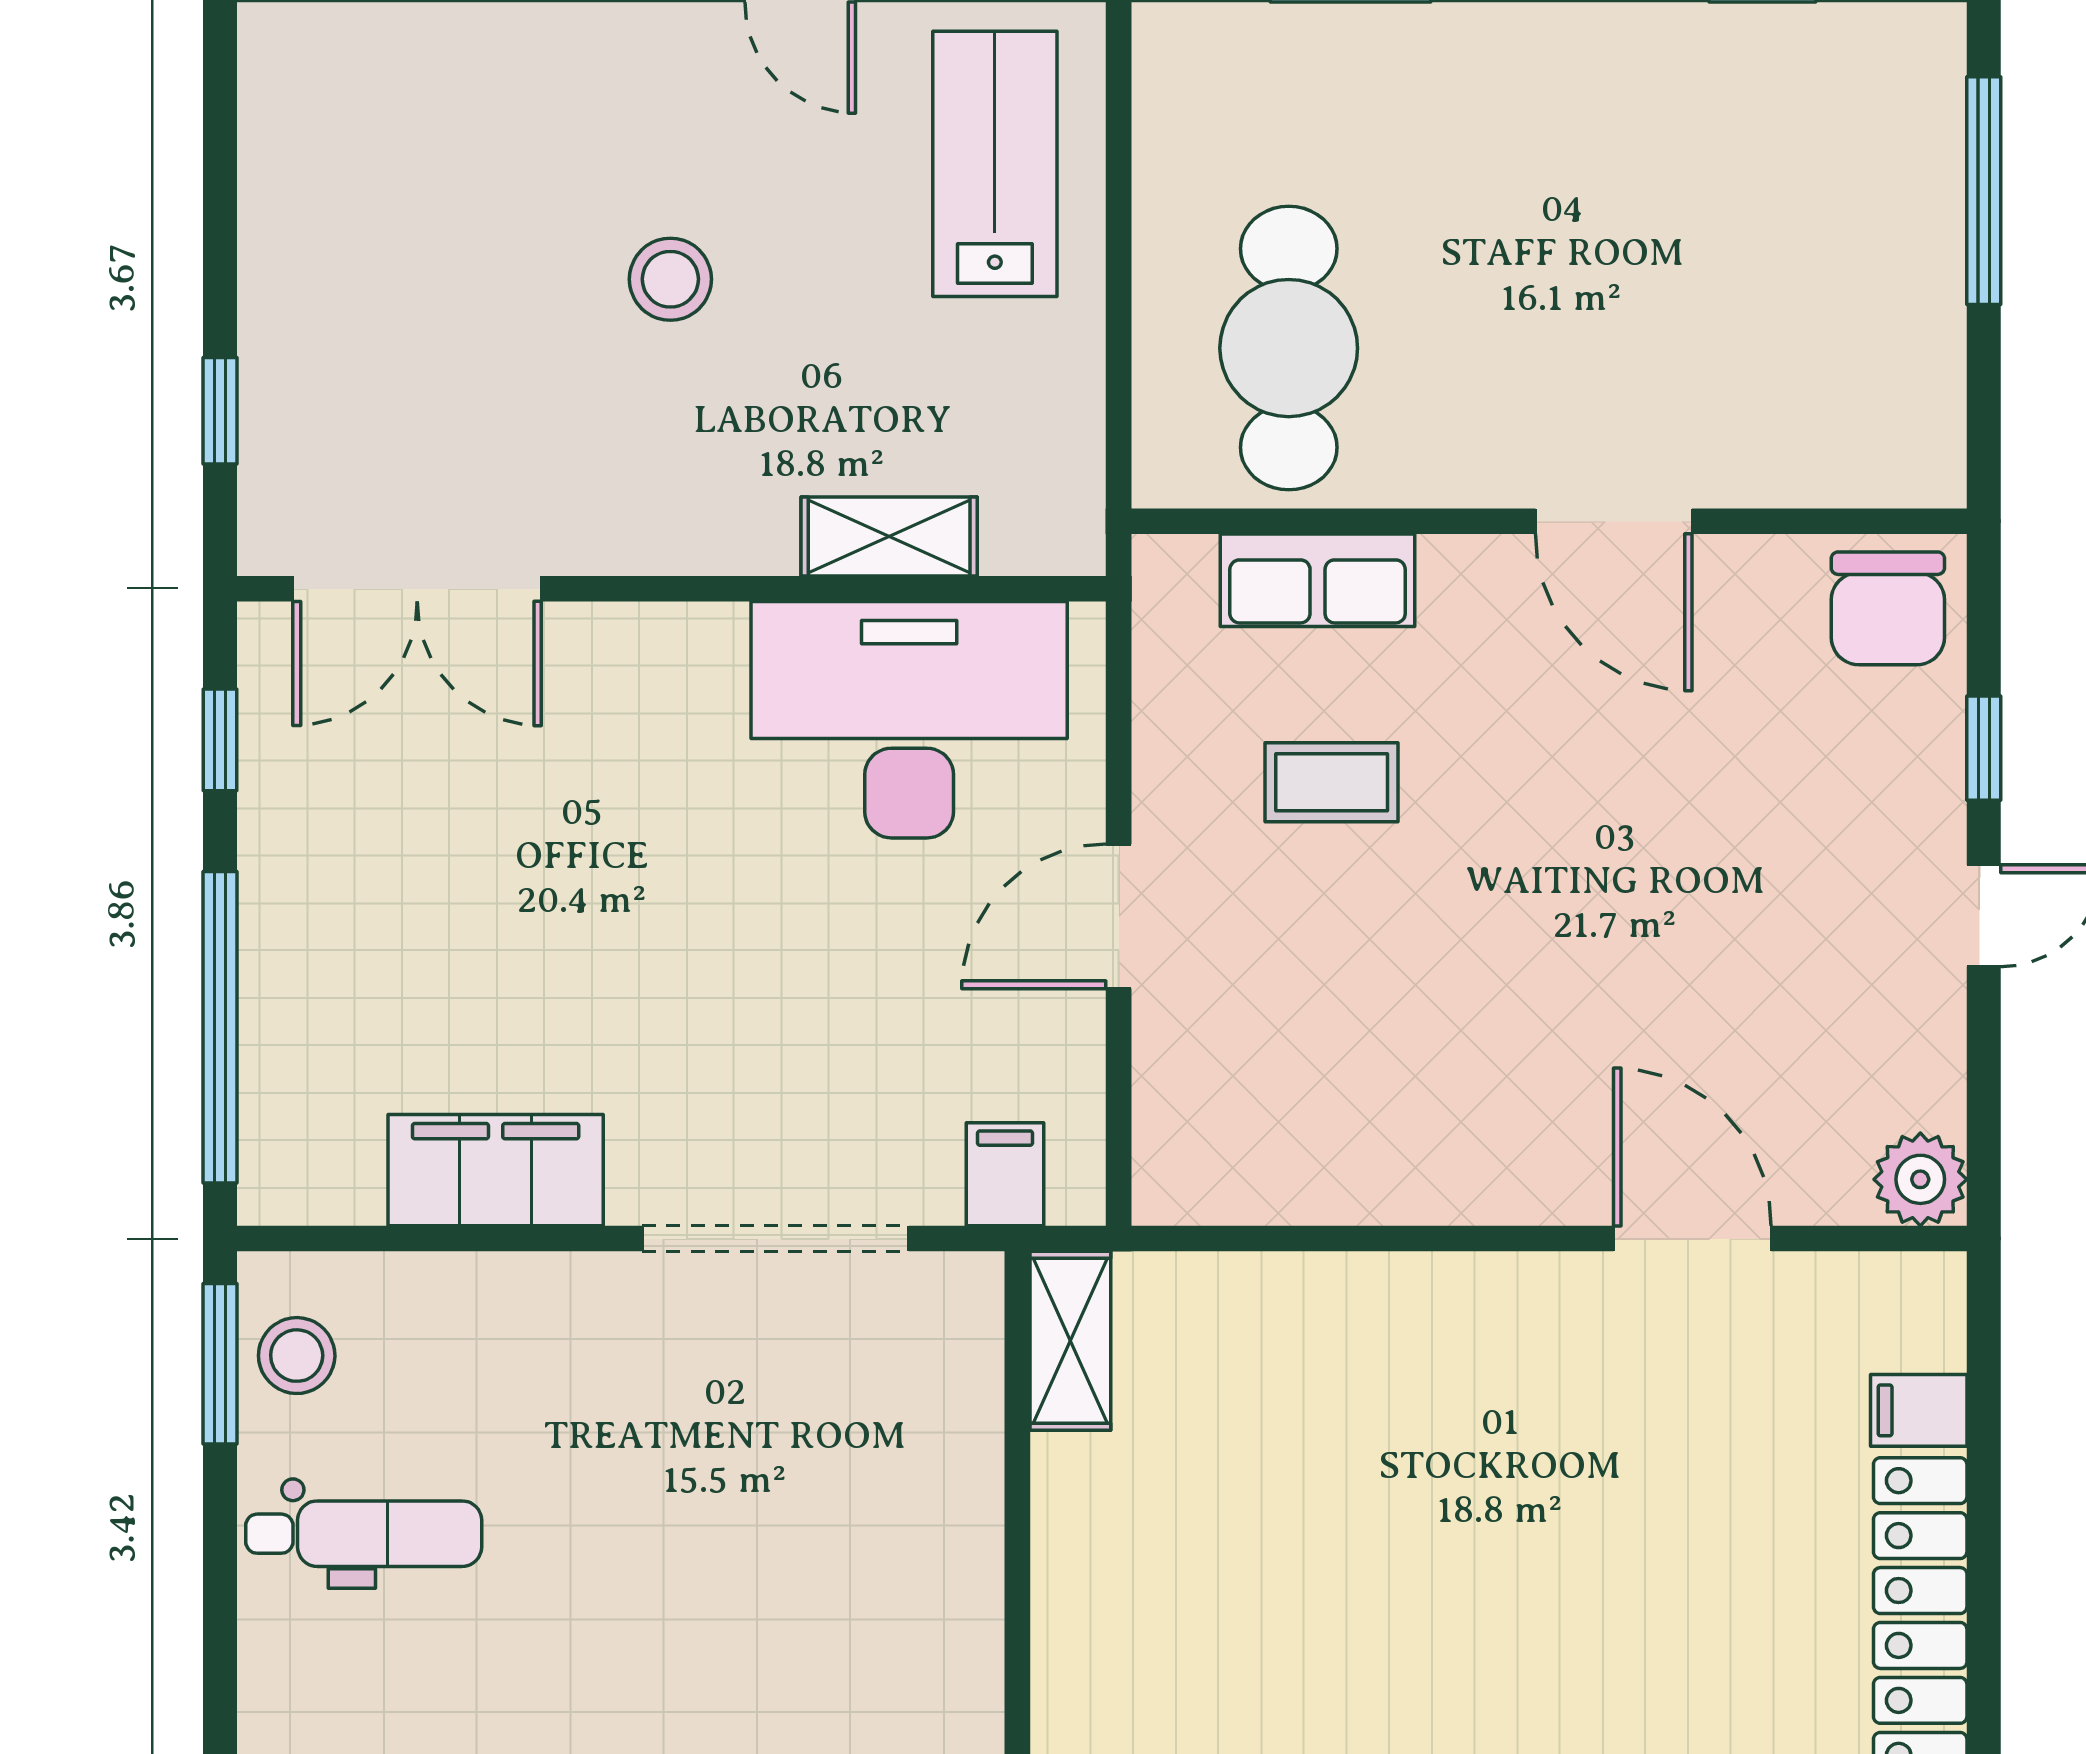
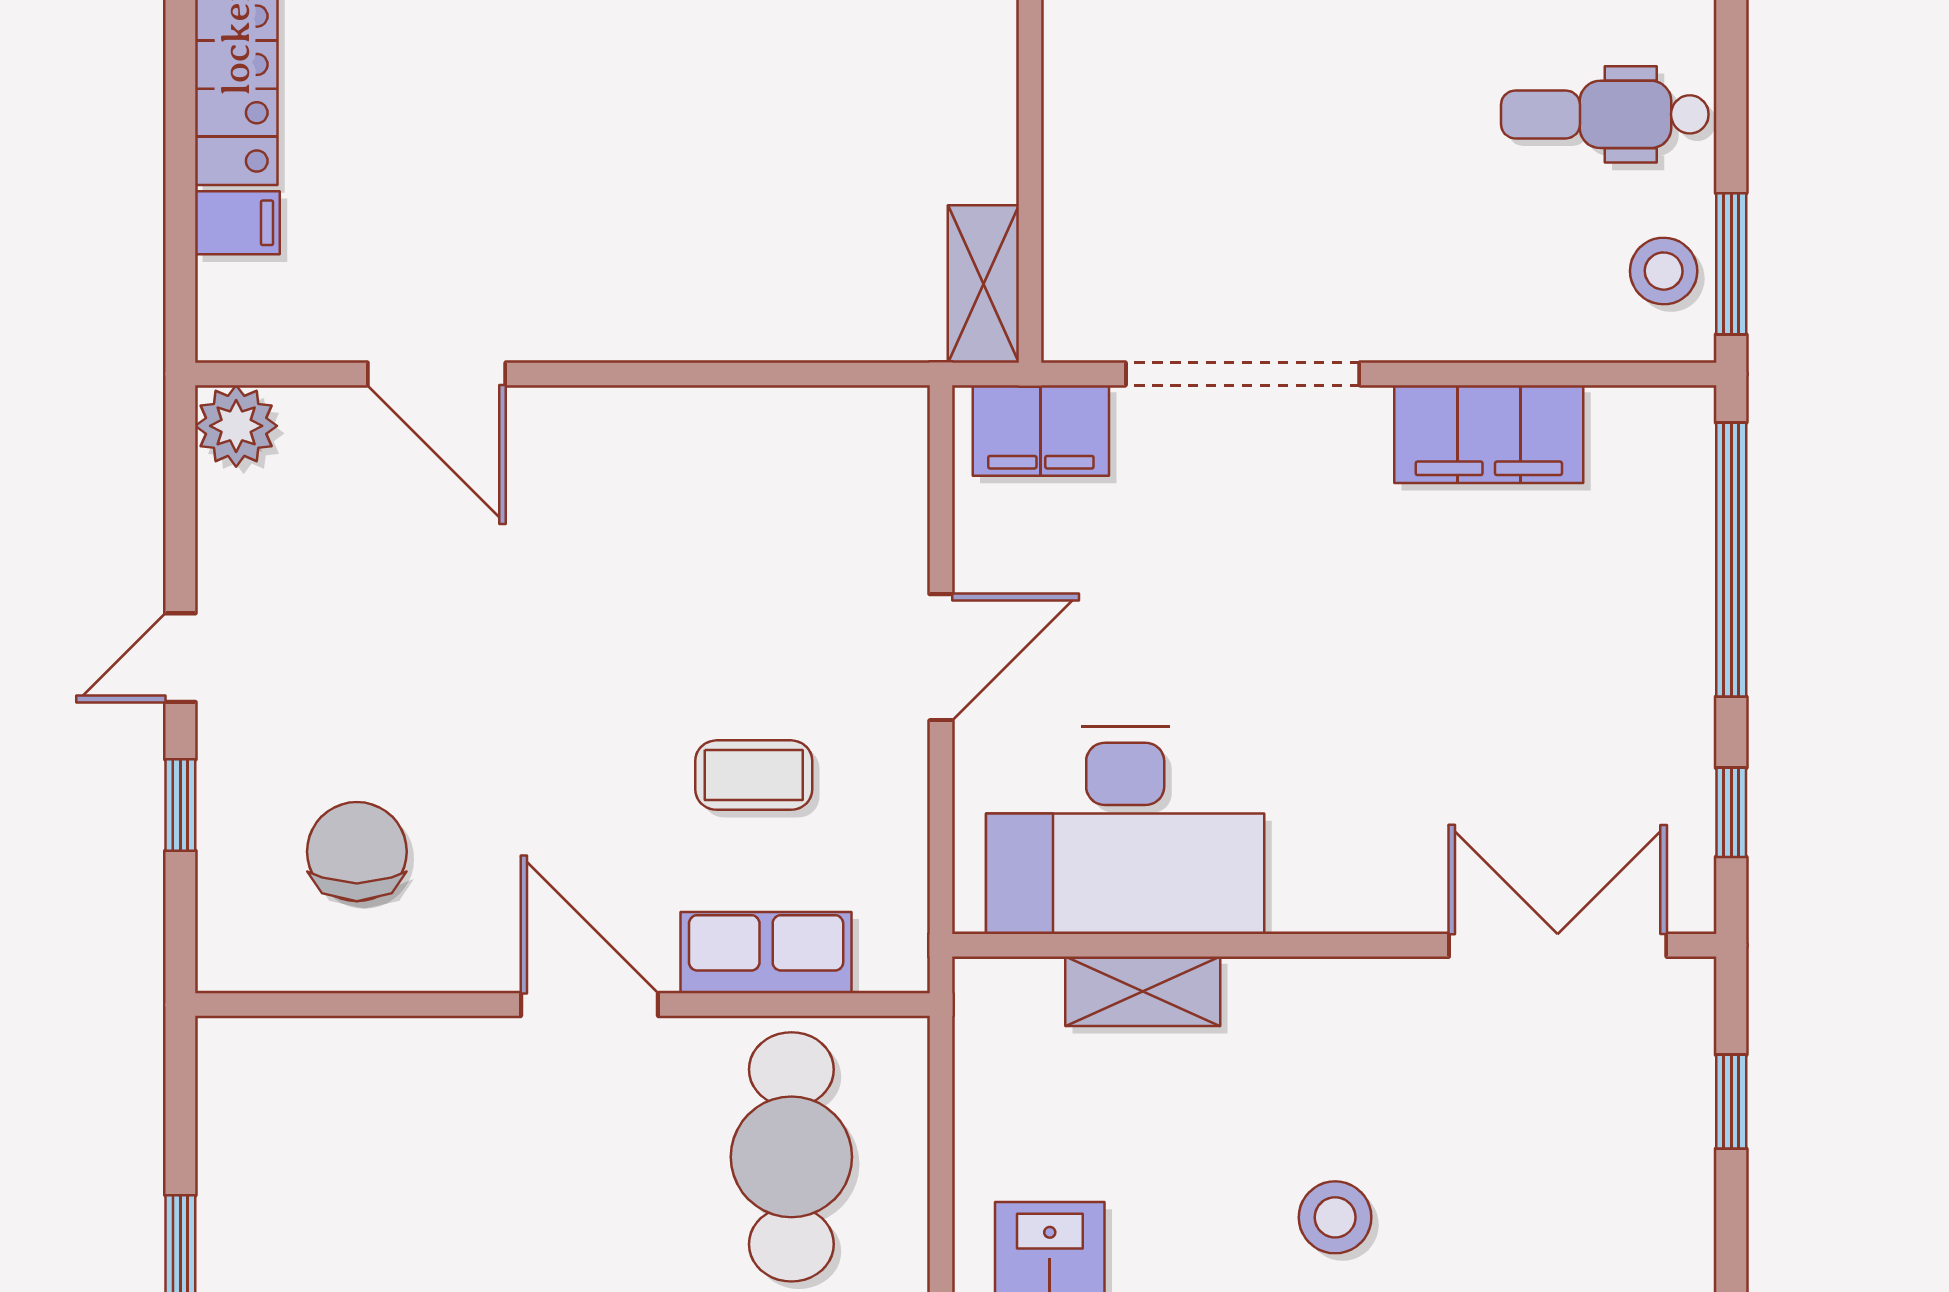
door: (1614, 521) -> (589, 1005), moved
chair: (1888, 608) -> (357, 852), moved
filing cabinet: (1005, 1174) -> (1041, 430), width x2.00

